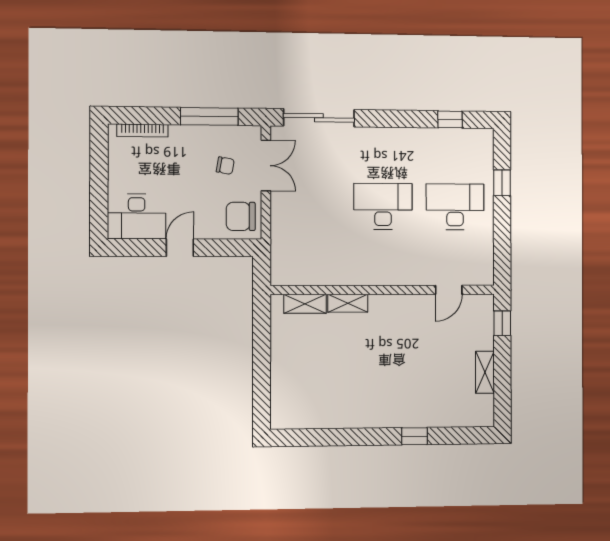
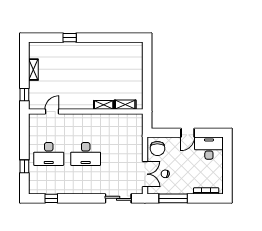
sliding door: (319, 118) -> (118, 198), width x0.73
double door: (266, 166) -> (145, 174), swing flipped
chair: (241, 216) -> (157, 148), turned 90

